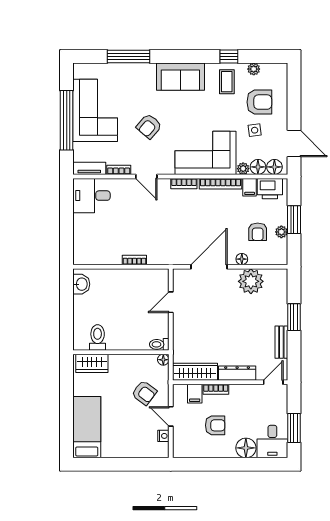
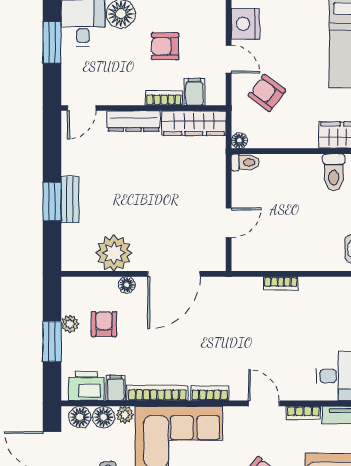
bench: (281, 342) -> (70, 200), moved
nightstand: (163, 436) -> (245, 24), width x1.89, depth x1.79

